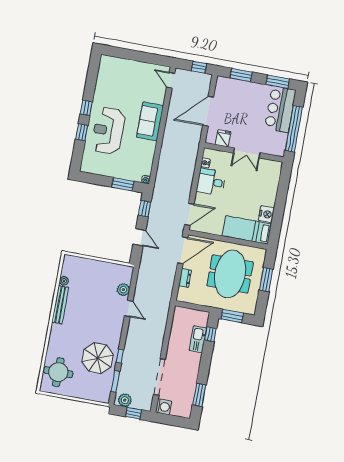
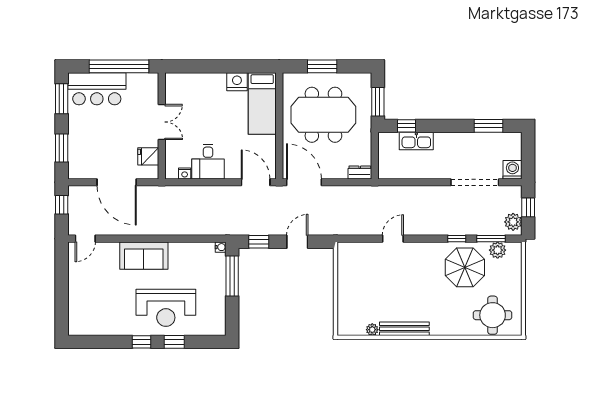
window: (123, 184) -> (232, 276), width x1.44
dresser: (185, 278) -> (360, 173), moved
plant: (123, 290) -> (498, 250), moved

